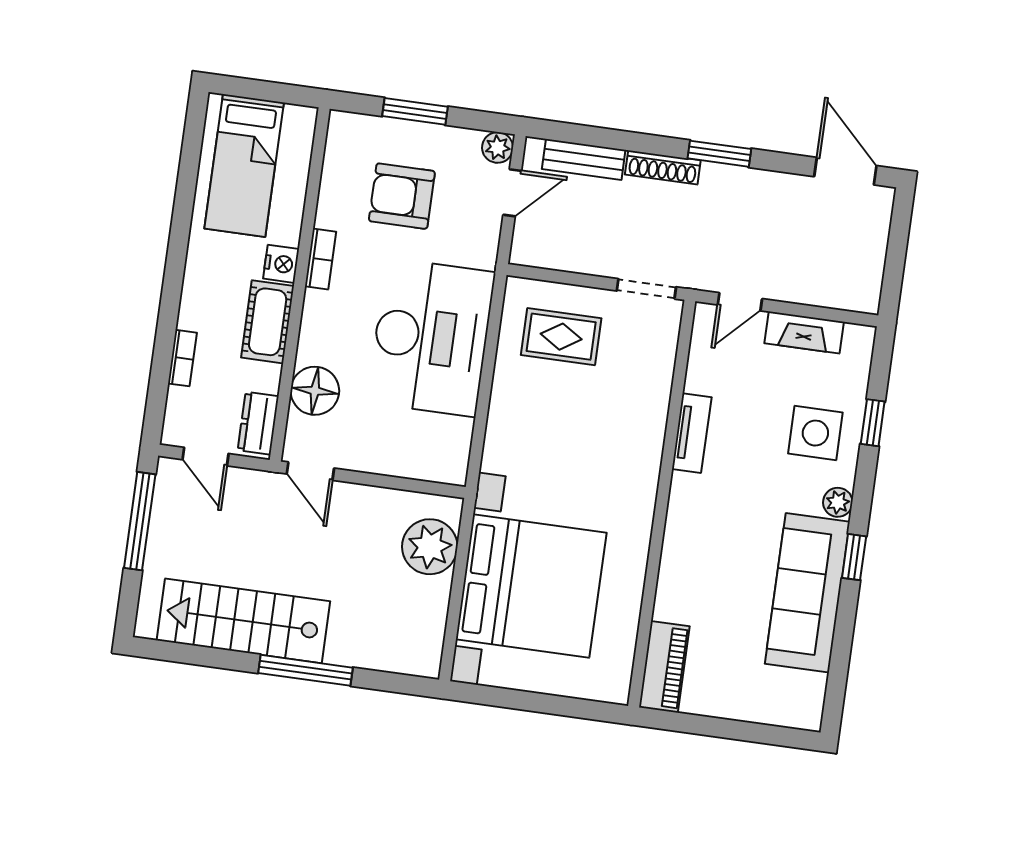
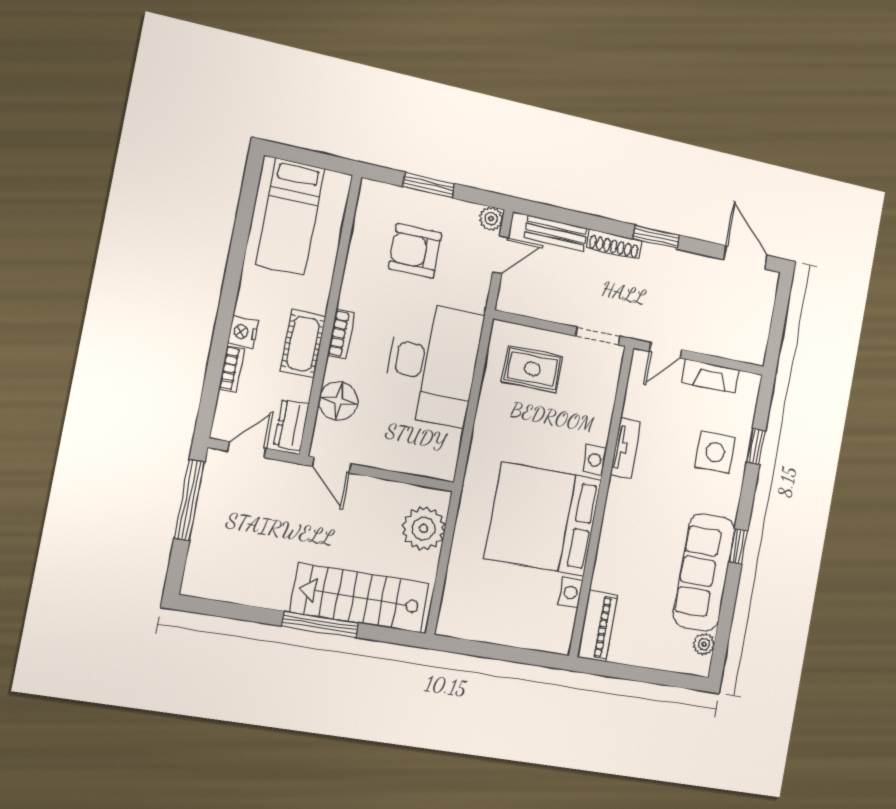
bookcase: (321, 259) -> (341, 334), moved
nightstand: (281, 264) -> (243, 332), moved, turned 180
door: (206, 457) -> (247, 450), swing flipped
plant: (838, 502) -> (704, 644), moved
bed with nightstands: (531, 586) -> (543, 519), moved, turned 180
stairs: (243, 621) -> (360, 598), moved

